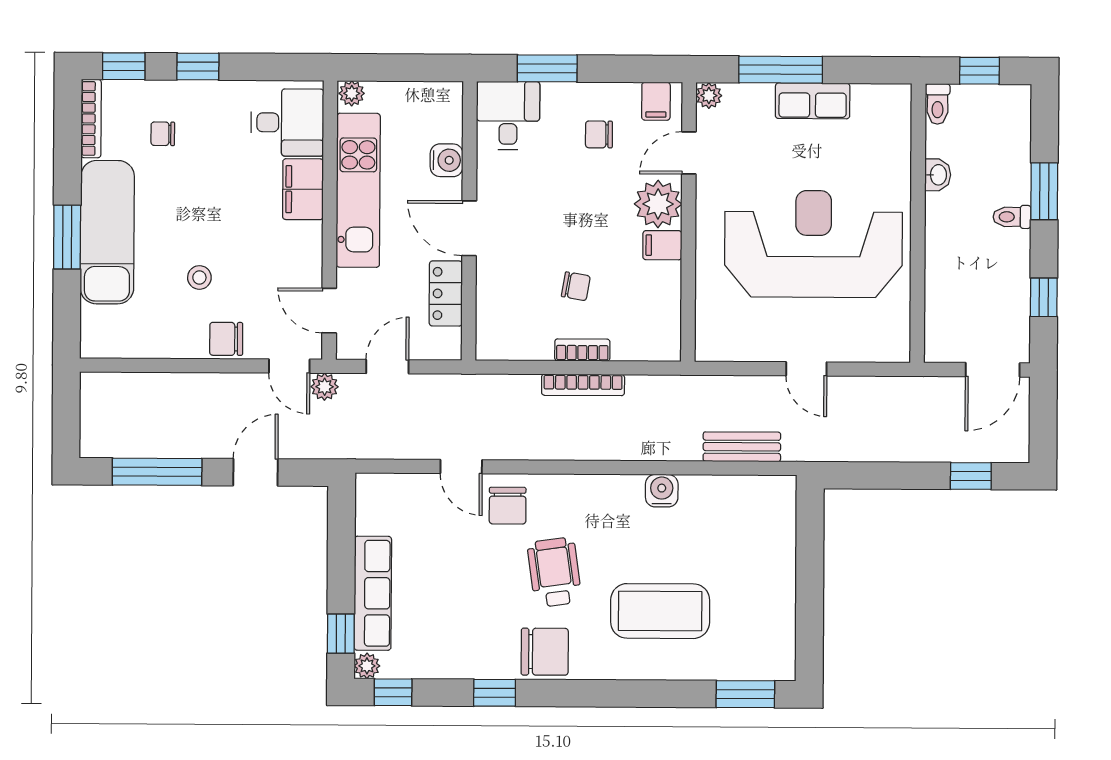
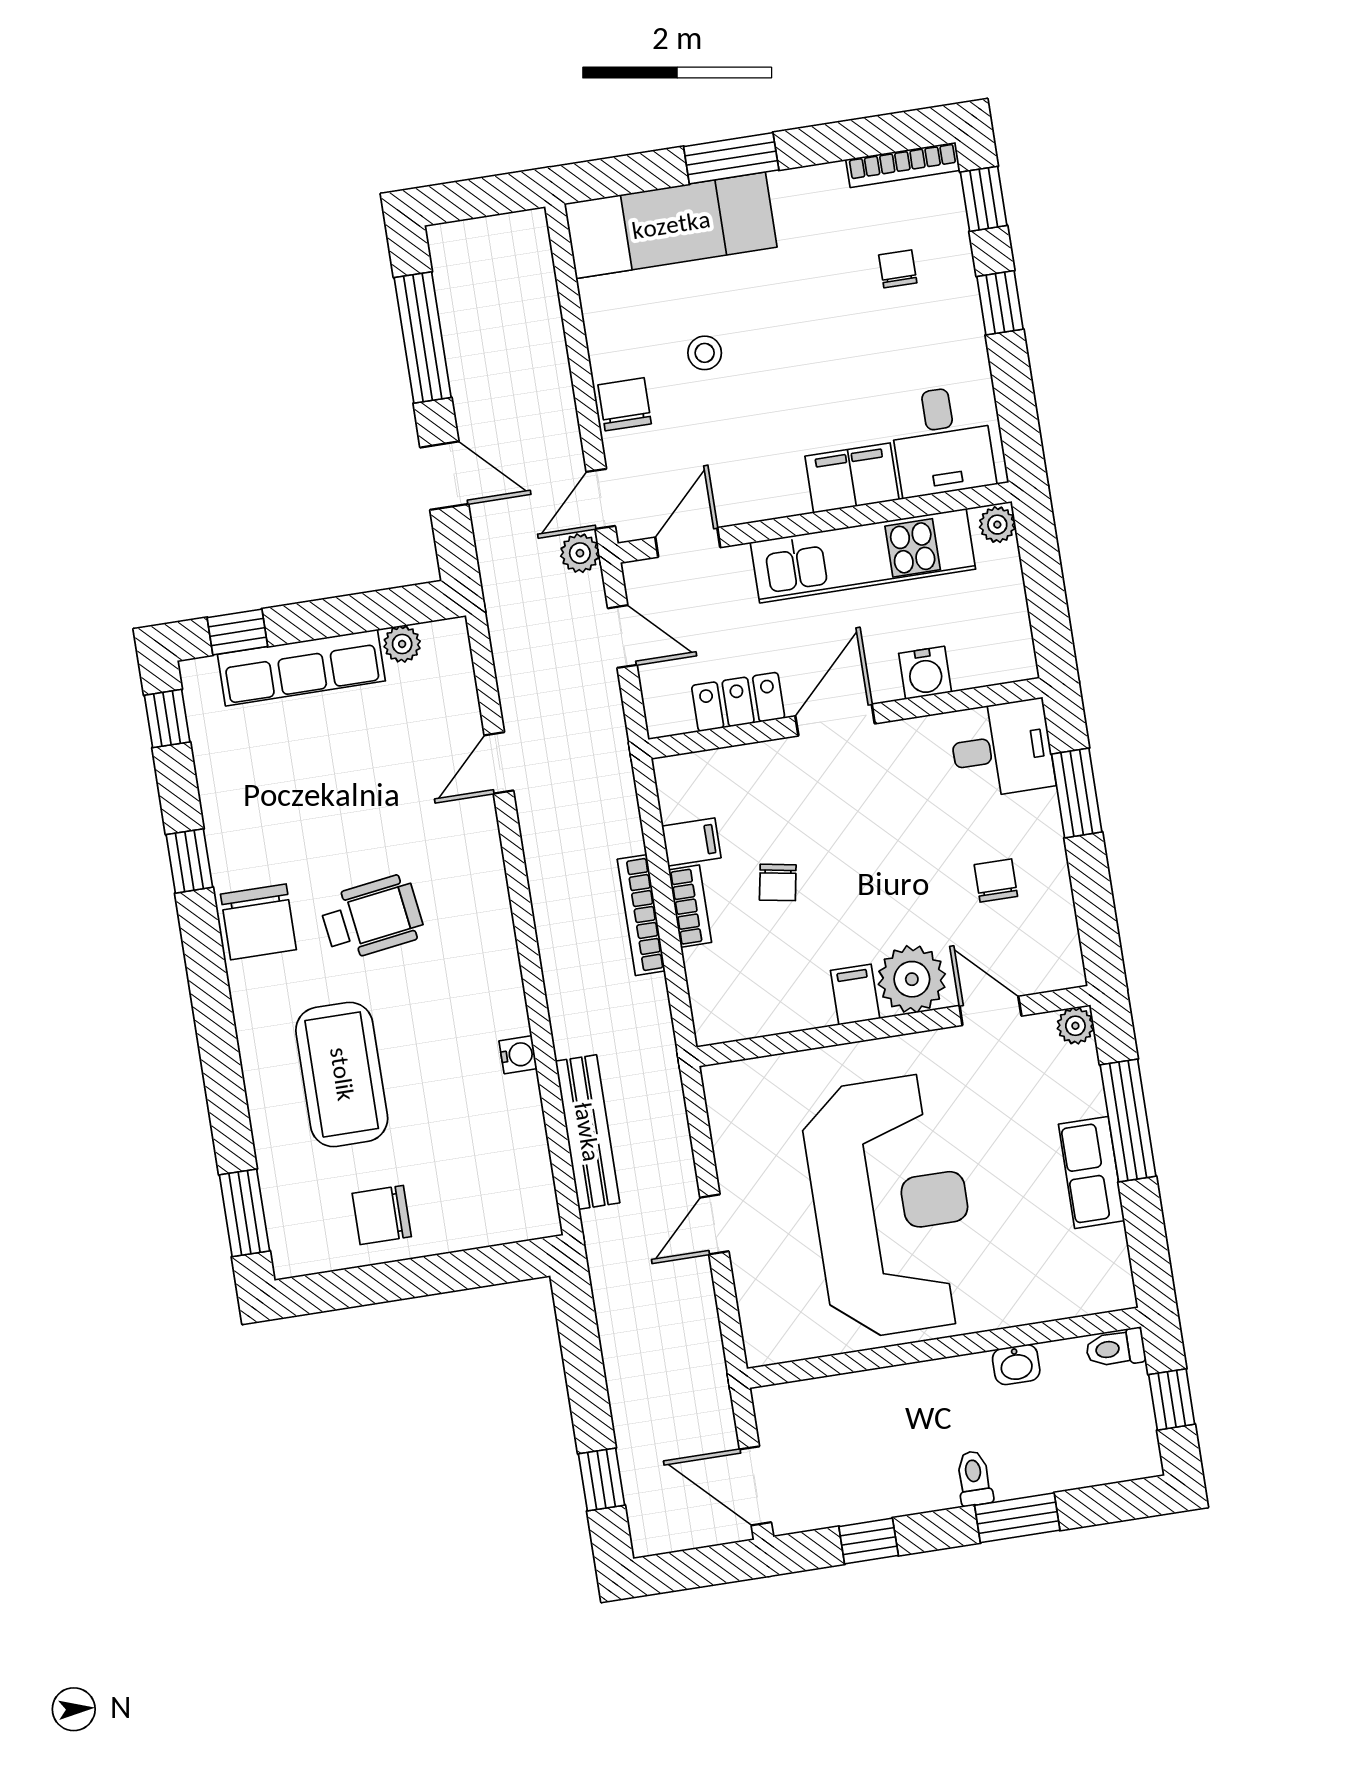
filing cabinet: (656, 101) -> (691, 842), moved, turned 180
exam couch: (107, 232) -> (671, 225), moved
bench: (742, 447) -> (587, 1132), width x1.36
water cooler: (662, 491) -> (518, 1055), width x0.72, depth x0.72
chair: (508, 506) -> (382, 1215), moved
plant: (367, 666) -> (402, 644), moved

